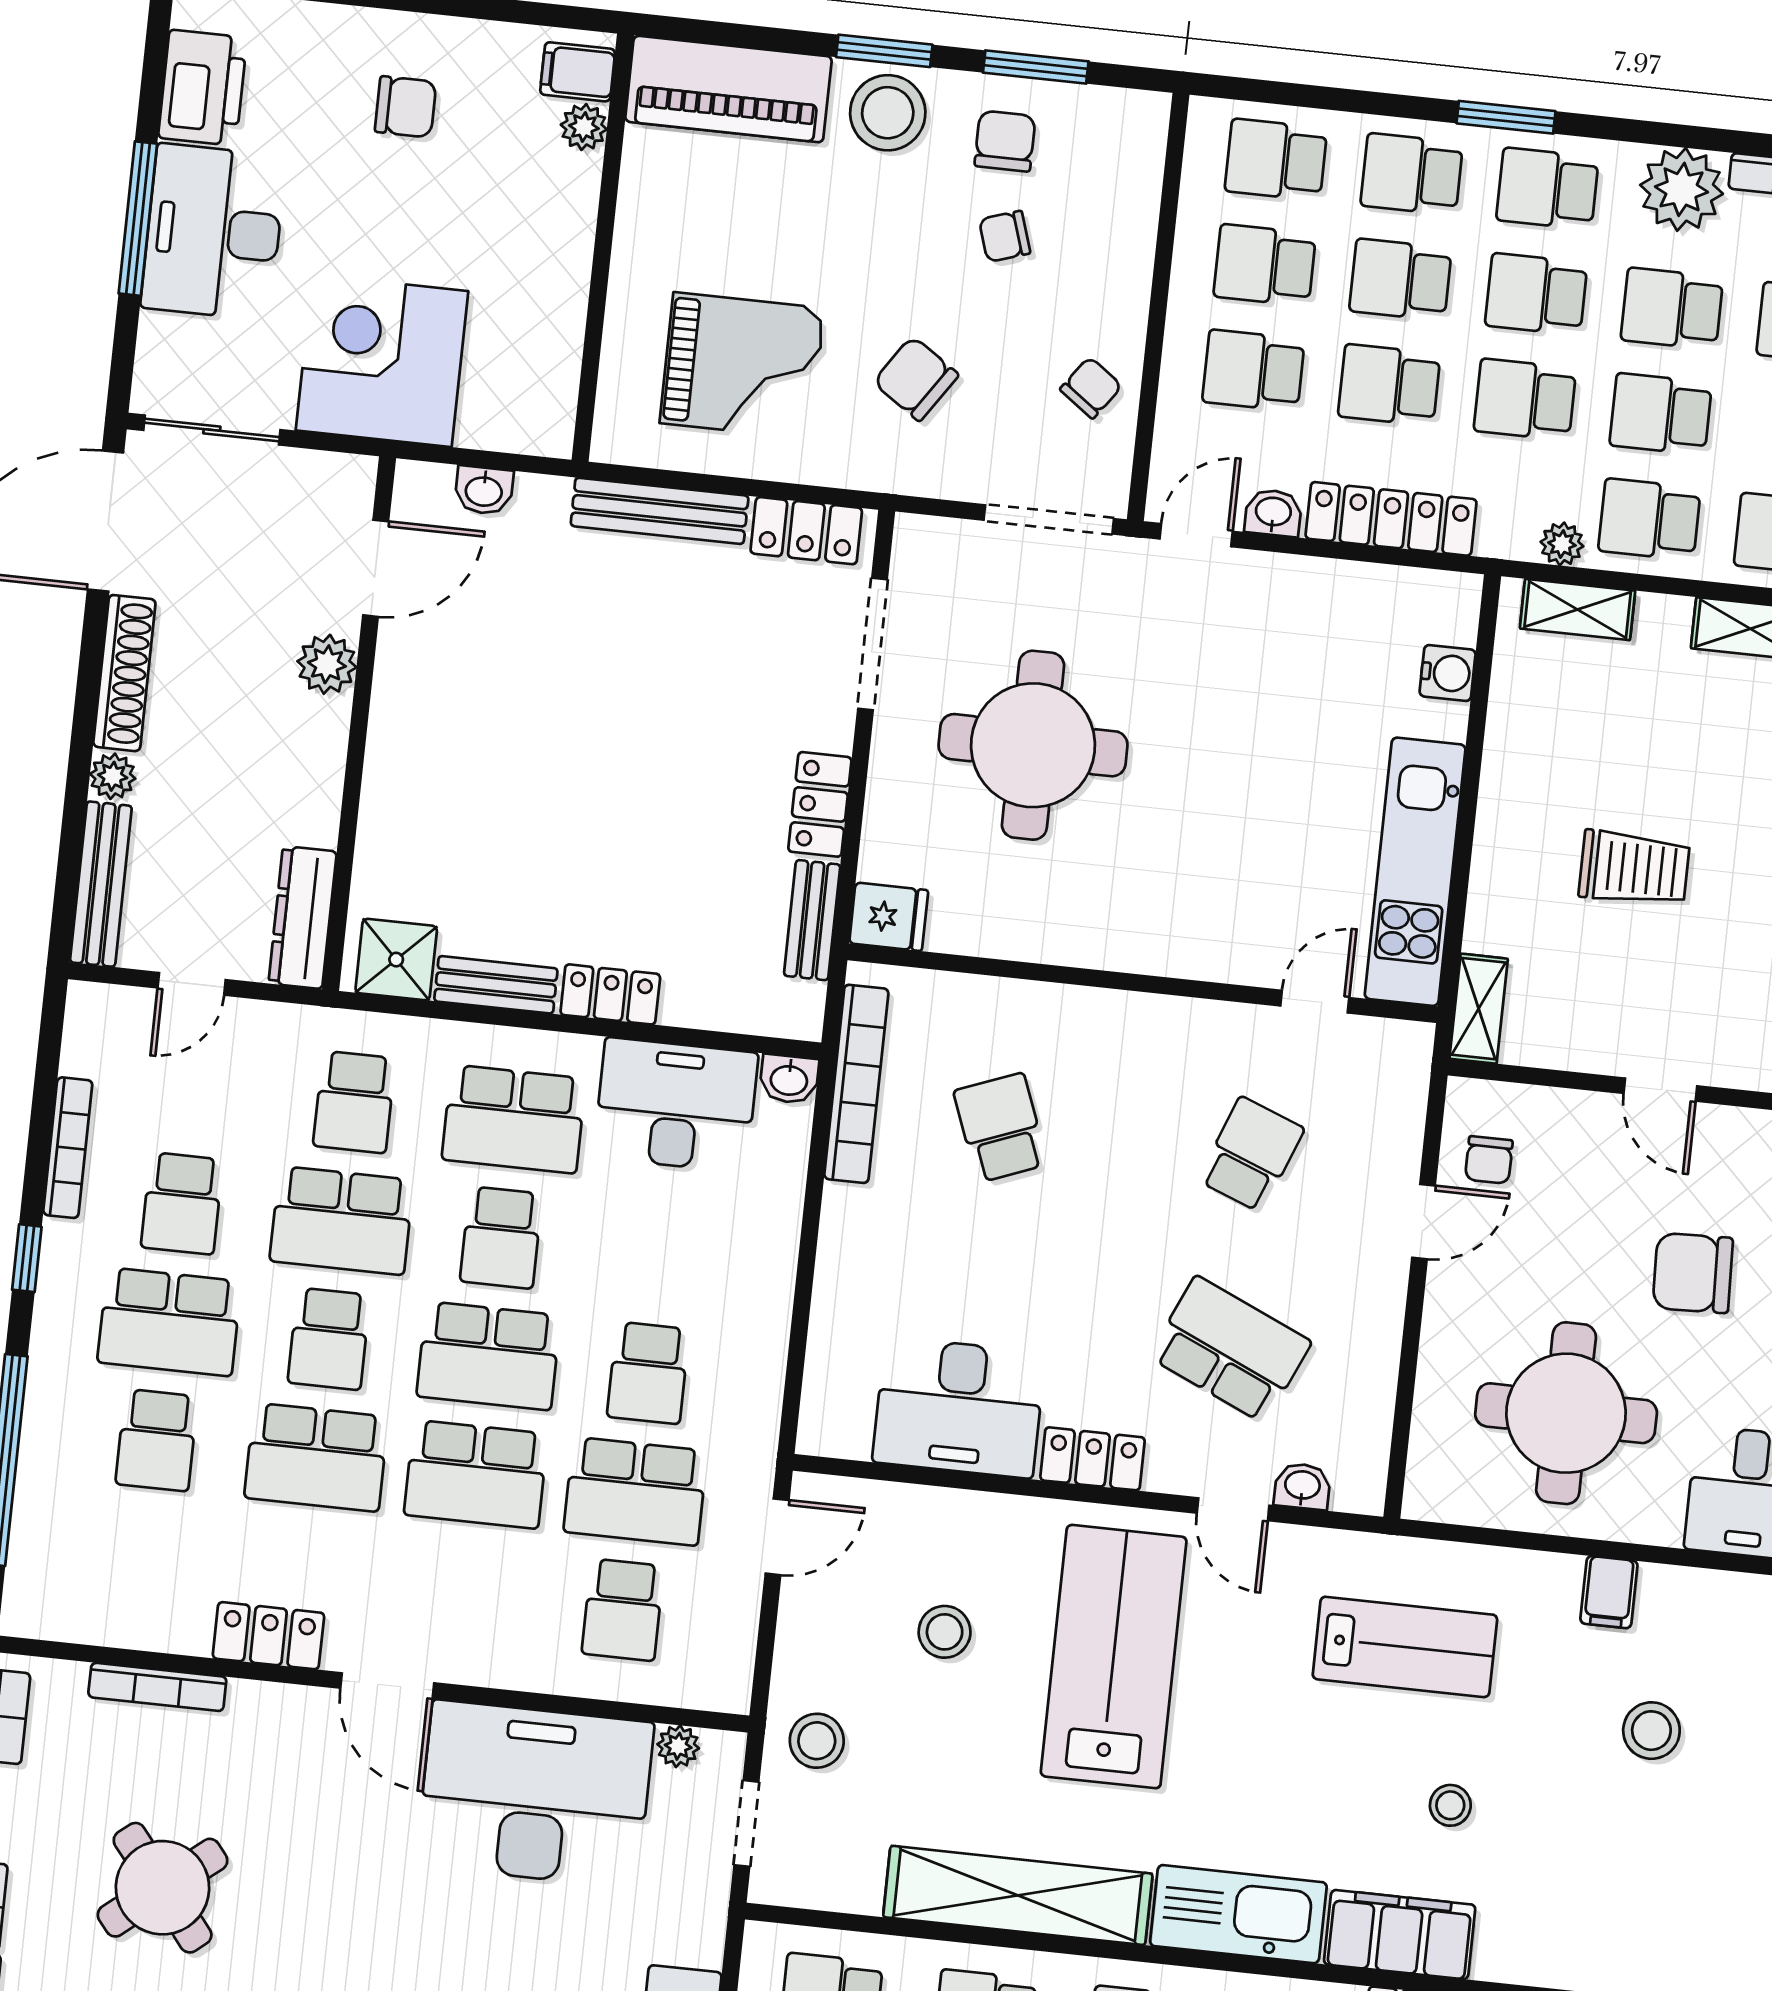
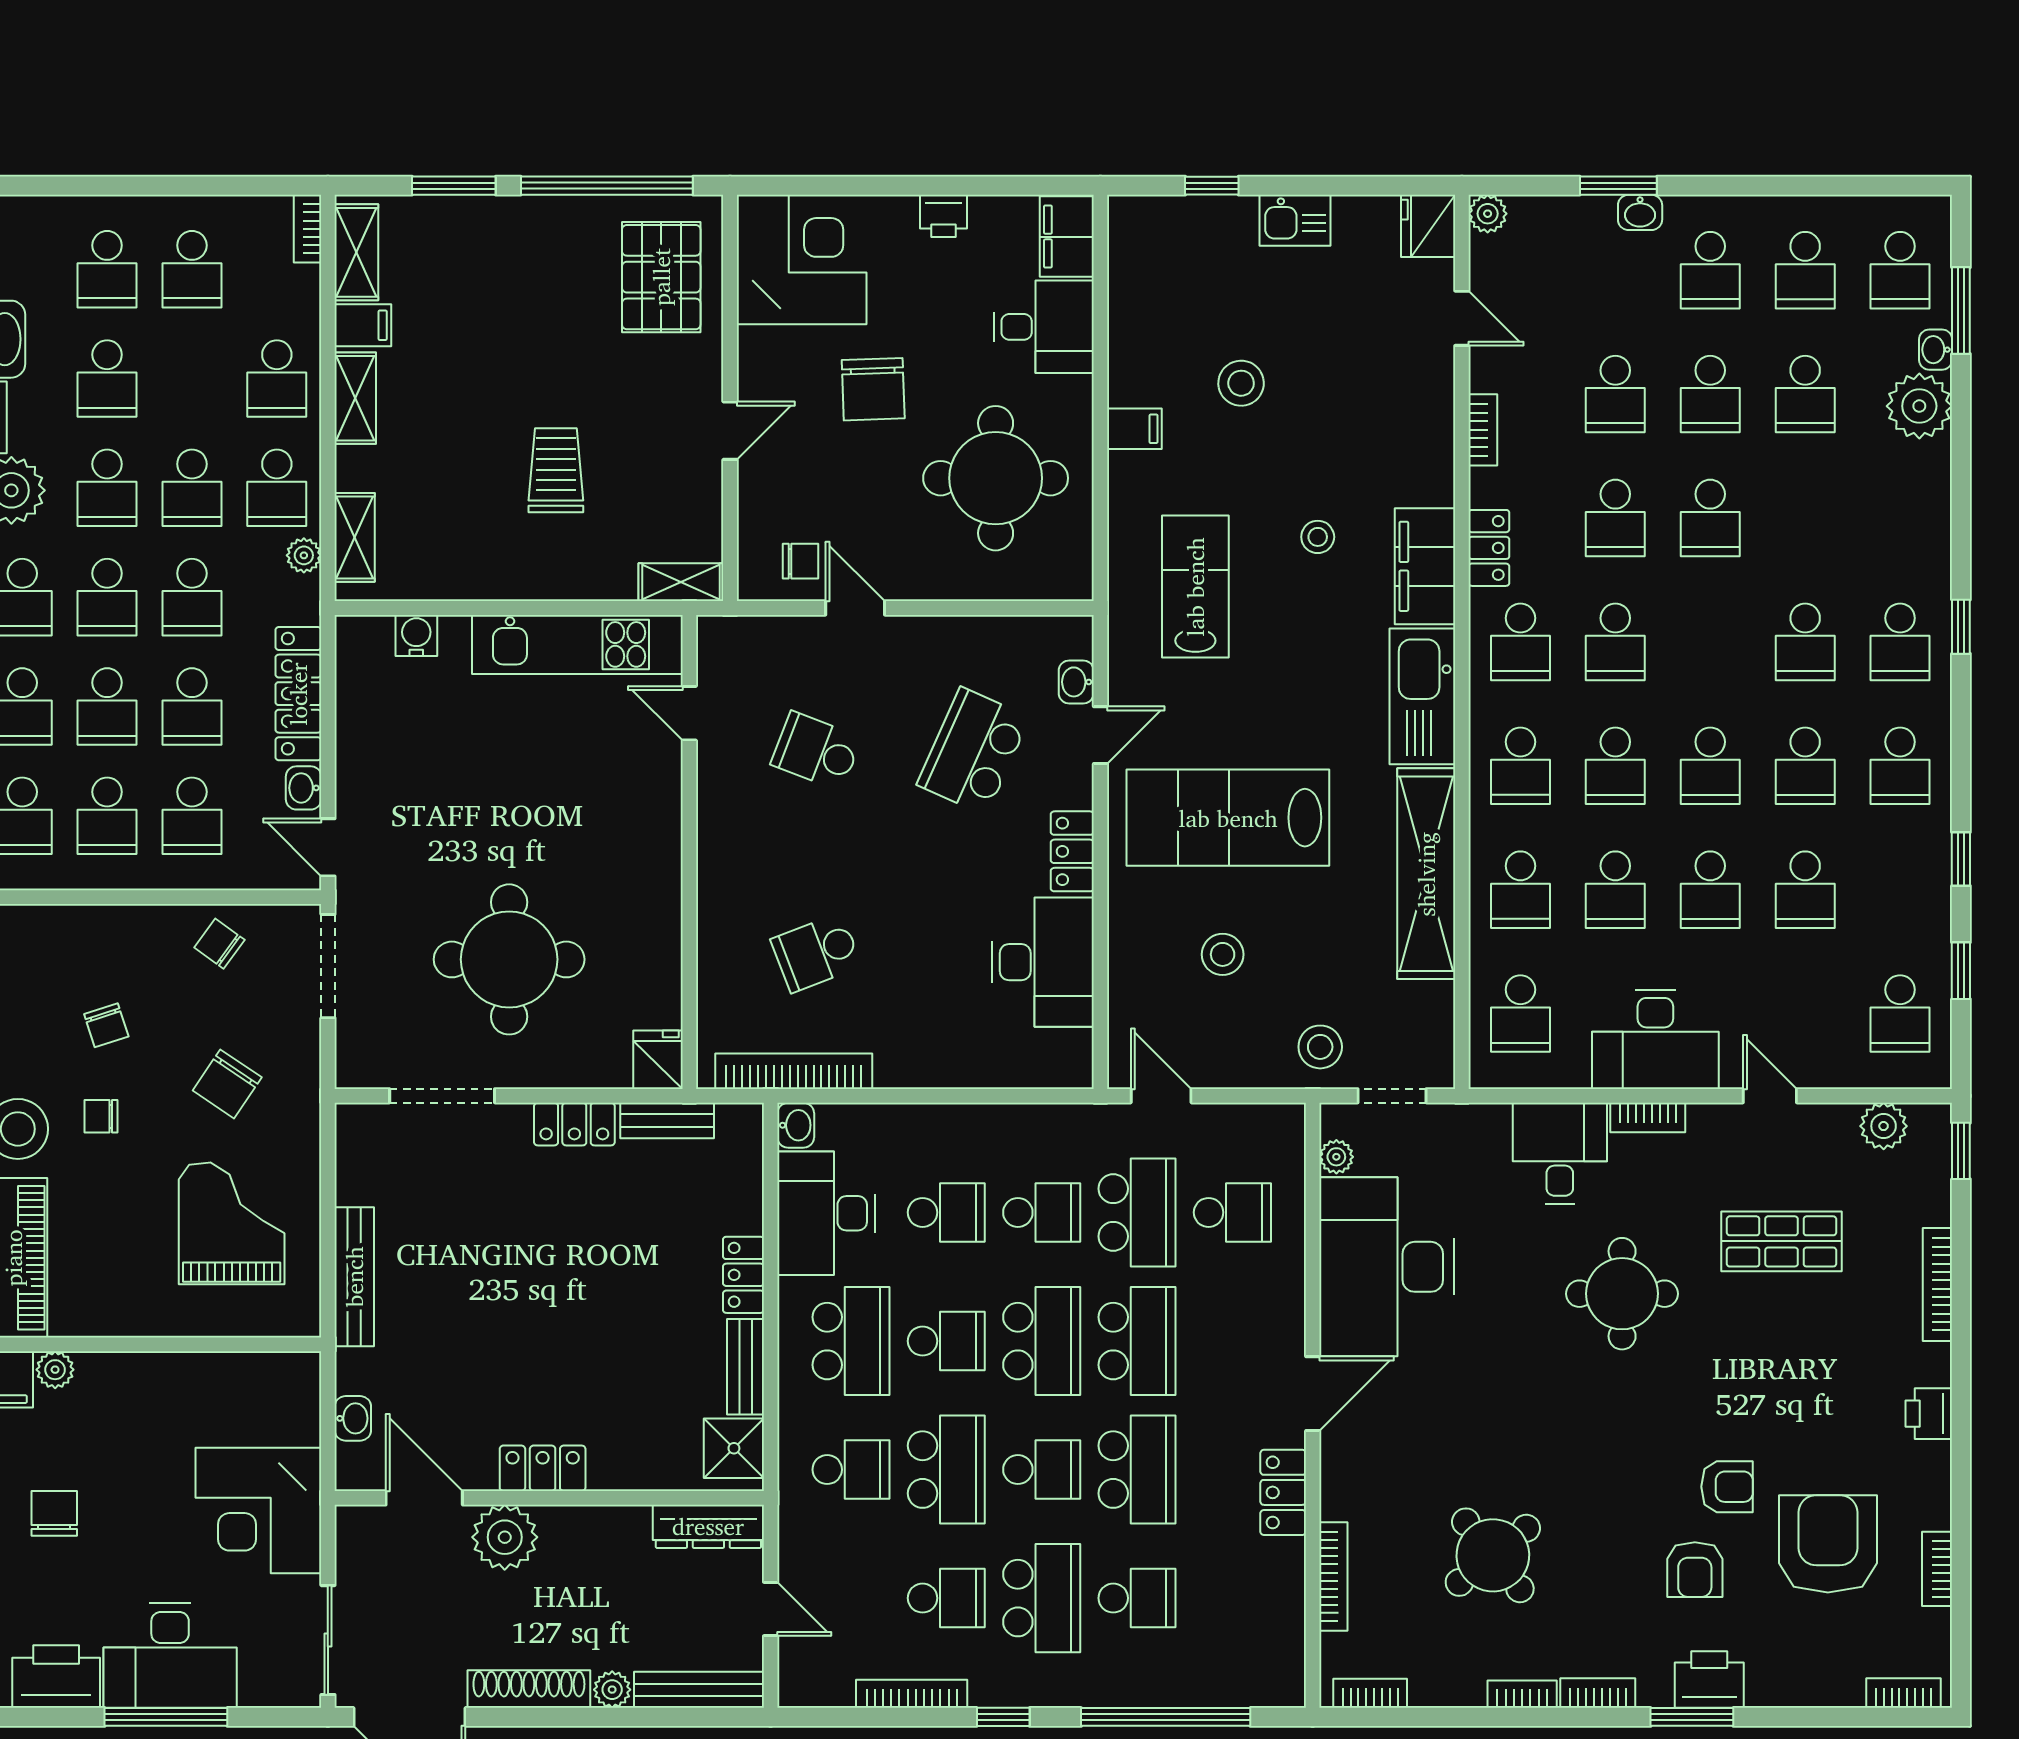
chair: (1005, 141) -> (101, 1116), moved, width x0.73, depth x0.73
locker: (806, 531) -> (543, 1468), moved, turned -90
plant: (327, 664) -> (505, 1537), width x1.36, depth x1.36
school desk: (661, 1255) -> (946, 1212), added

